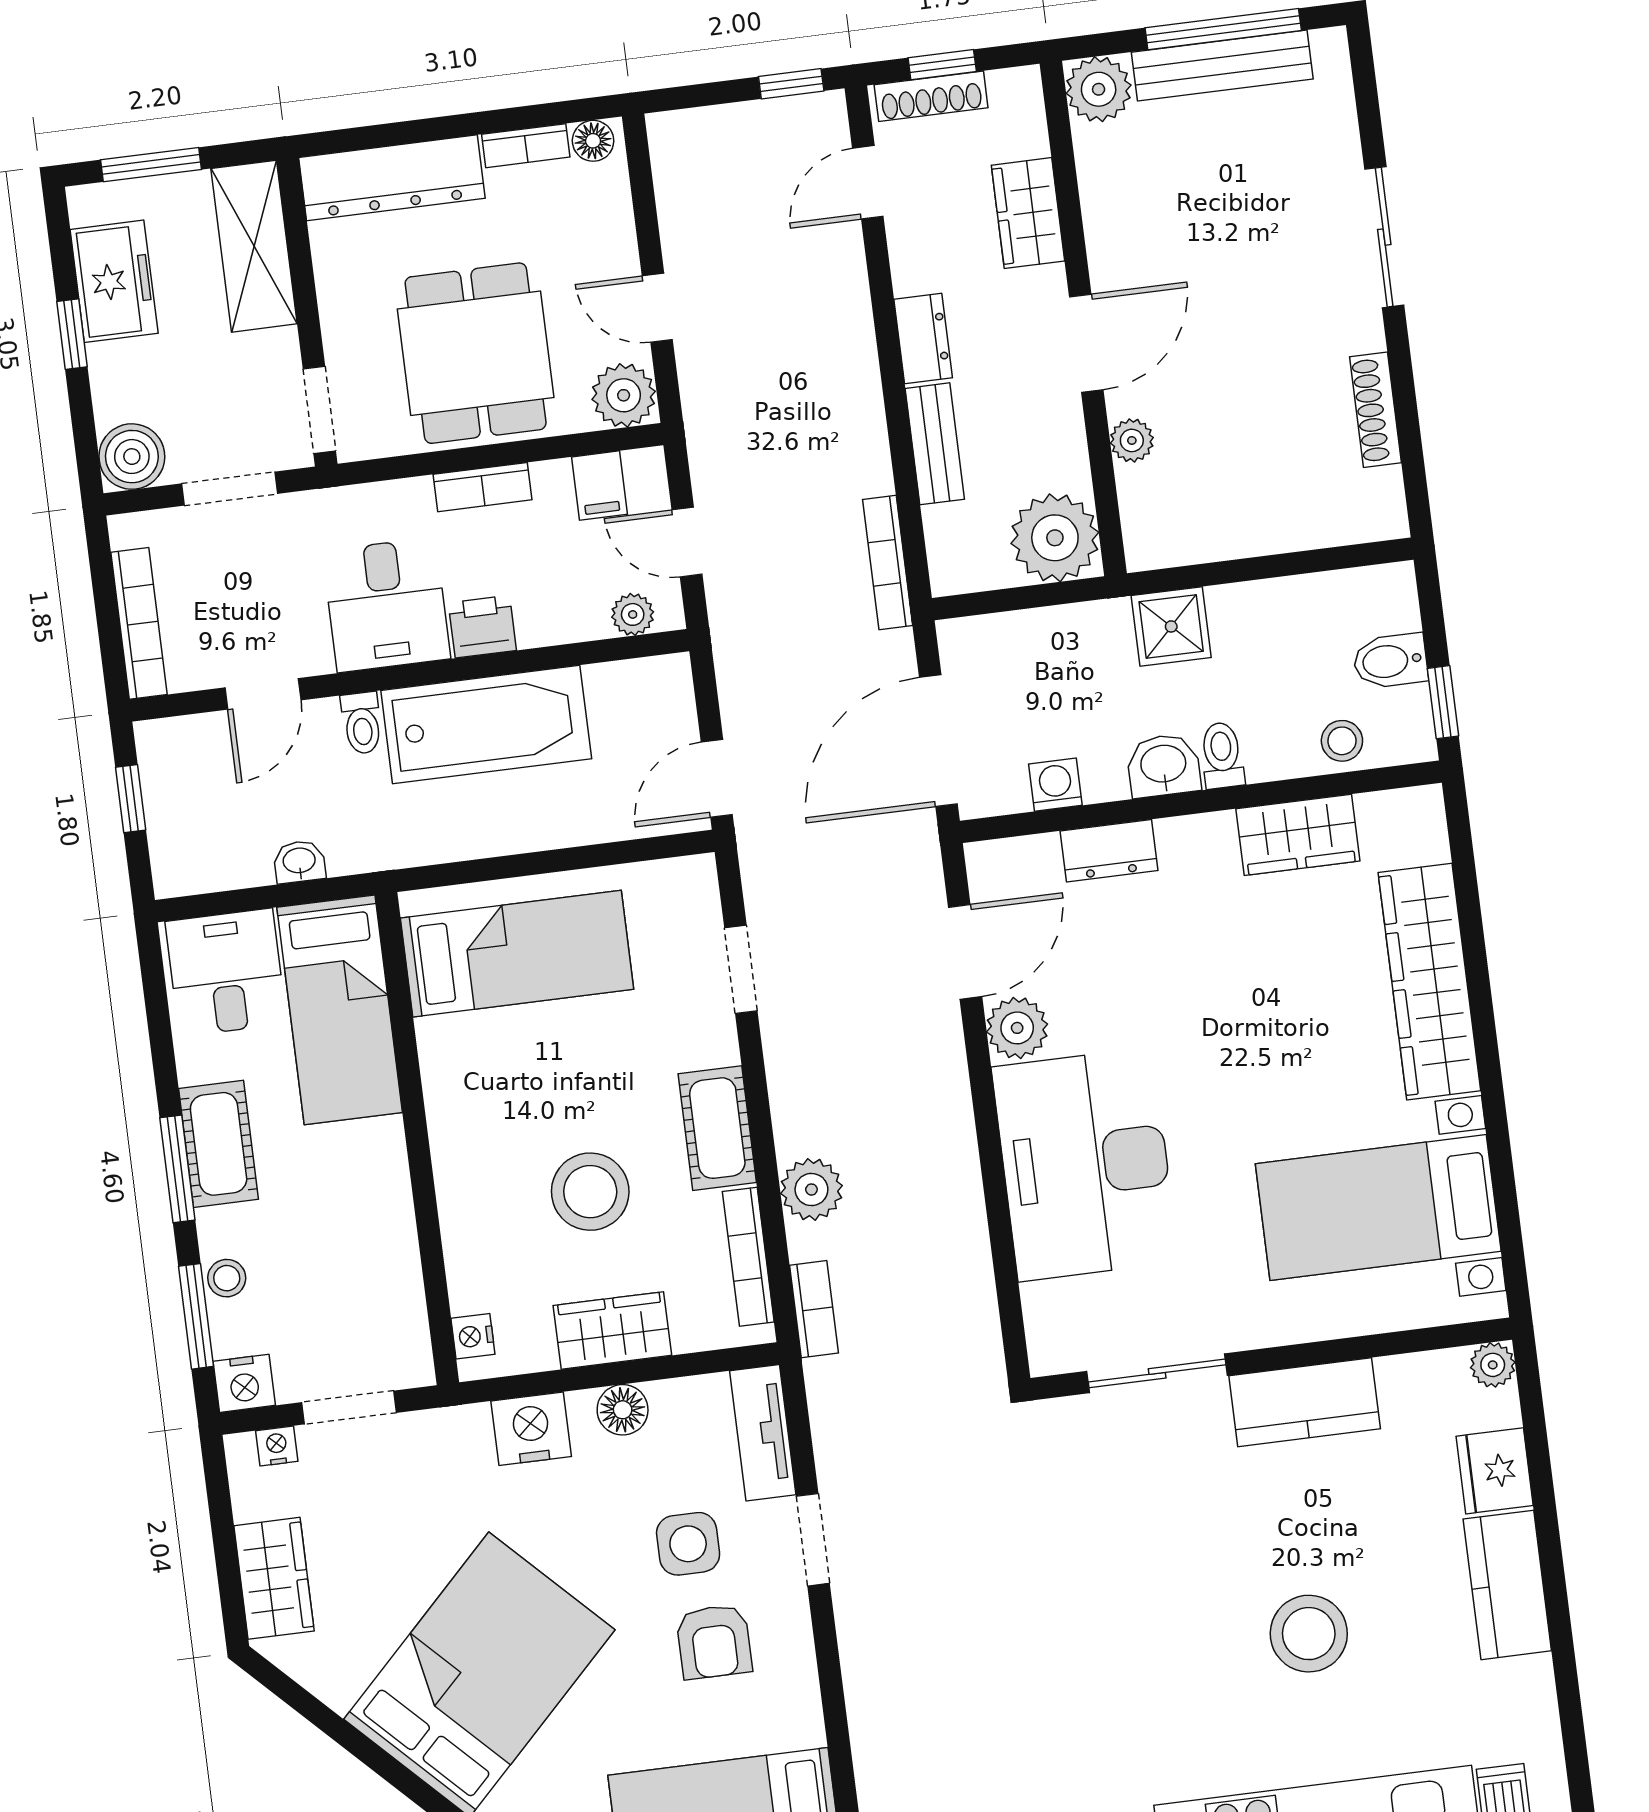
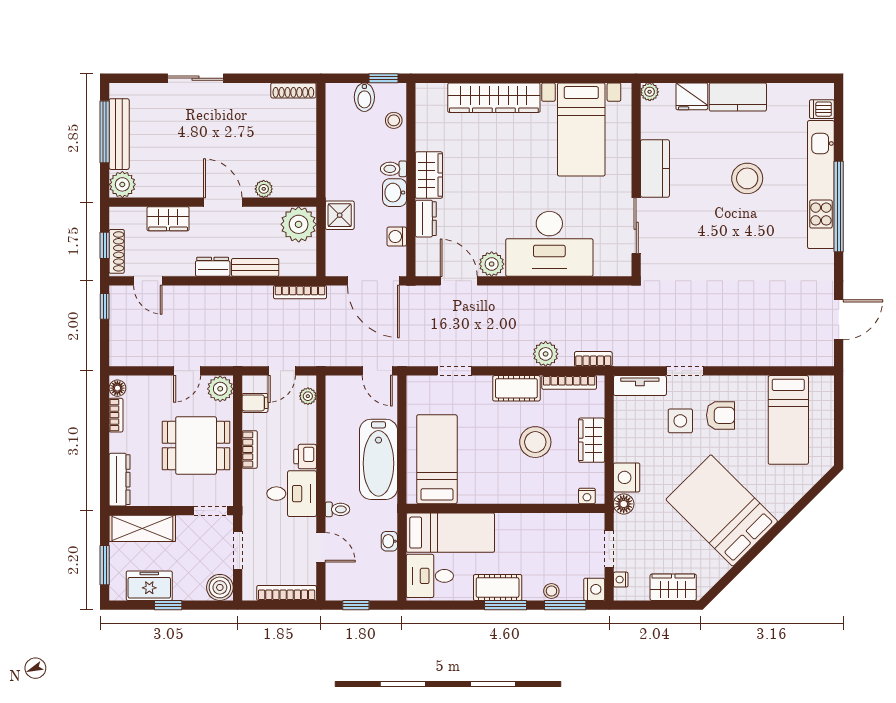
dresser: (392, 178) -> (120, 480), width x0.73, depth x0.80
shoe rack: (1376, 410) -> (293, 90), moved
shower: (1171, 626) -> (340, 215), moved
bathtub: (486, 725) -> (378, 459), moved, turned 180
wardrobe: (1298, 835) -> (429, 175), moved
floor lamp: (623, 1410) -> (624, 504), moved

